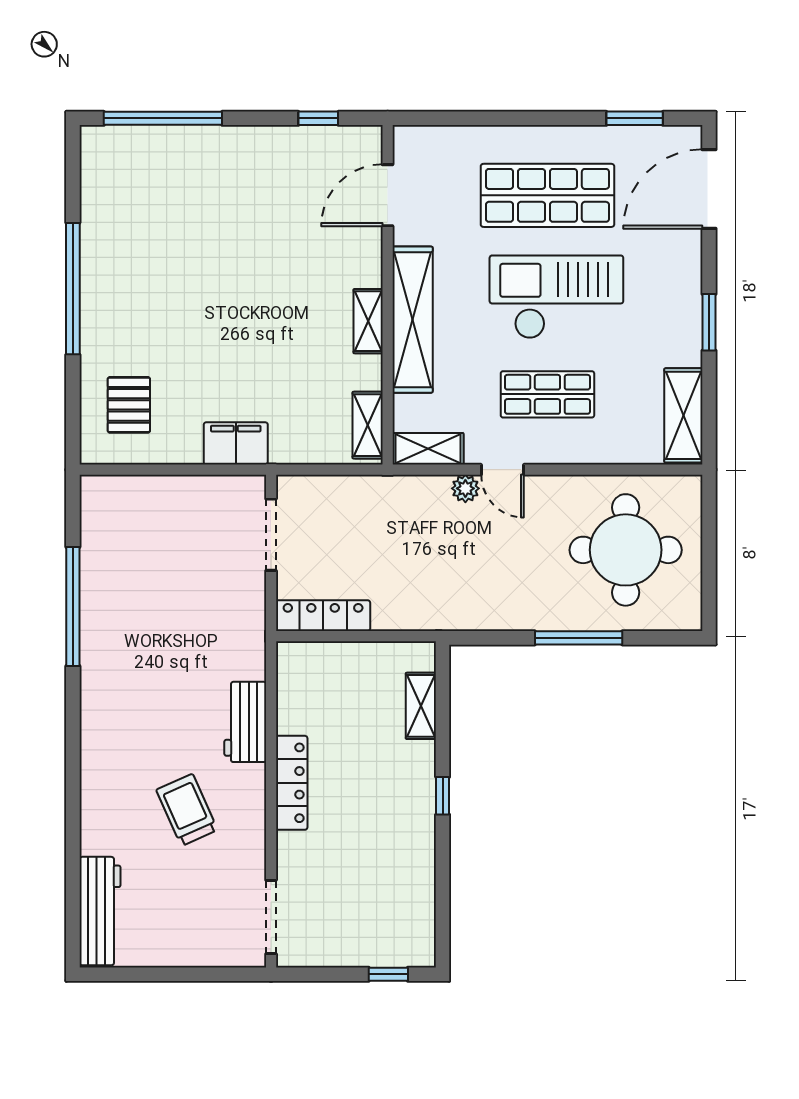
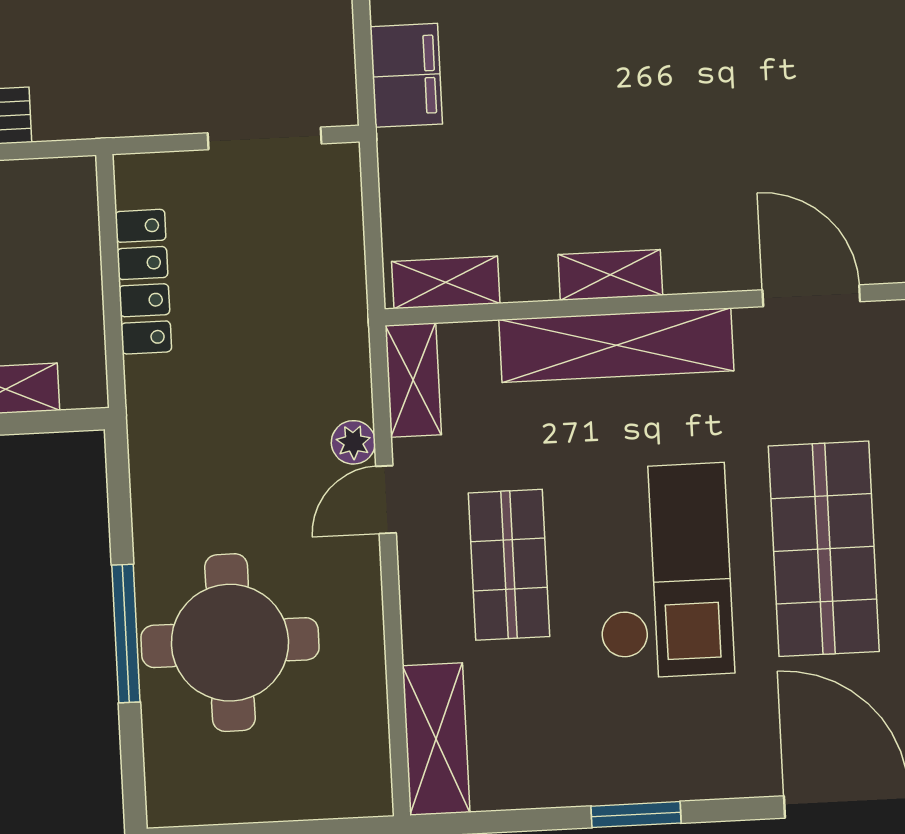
shelving: (683, 415) -> (436, 739), moved, turned 90
round table: (626, 550) -> (230, 643), moved
locker: (323, 616) -> (143, 282), moved

